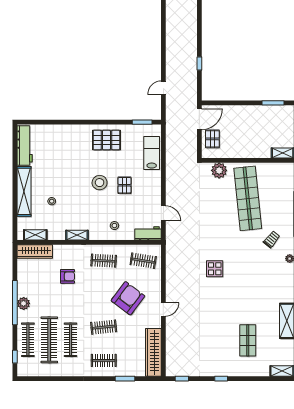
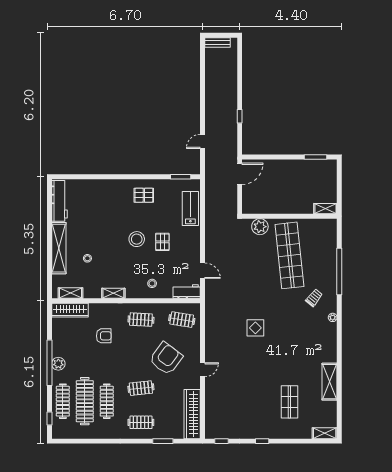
pallet: (212, 139) -> (253, 194), removed
pallet: (106, 140) -> (144, 195), width x0.67, depth x0.71

